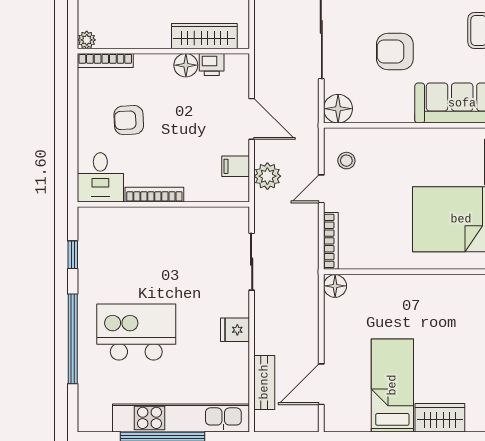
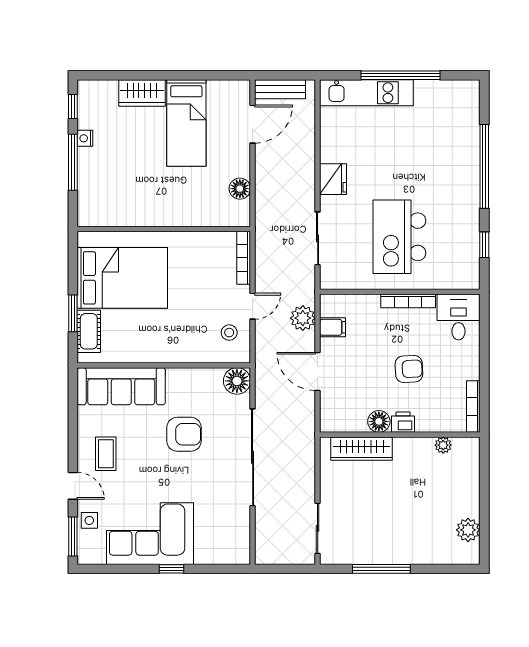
plant: (87, 40) -> (443, 445), moved
bookcase: (105, 61) -> (473, 407), moved, turned -90
printer: (212, 65) -> (403, 422), moved
armchair: (129, 120) -> (409, 369), moved
floor lamp: (335, 286) -> (240, 189), moved
fridge: (235, 330) -> (333, 179), width x1.38
kitchen island: (136, 332) -> (399, 237), moved, turned 90
bench: (264, 382) -> (280, 89), moved, turned 90
kitchen unit: (181, 418) -> (366, 93), width x0.73

